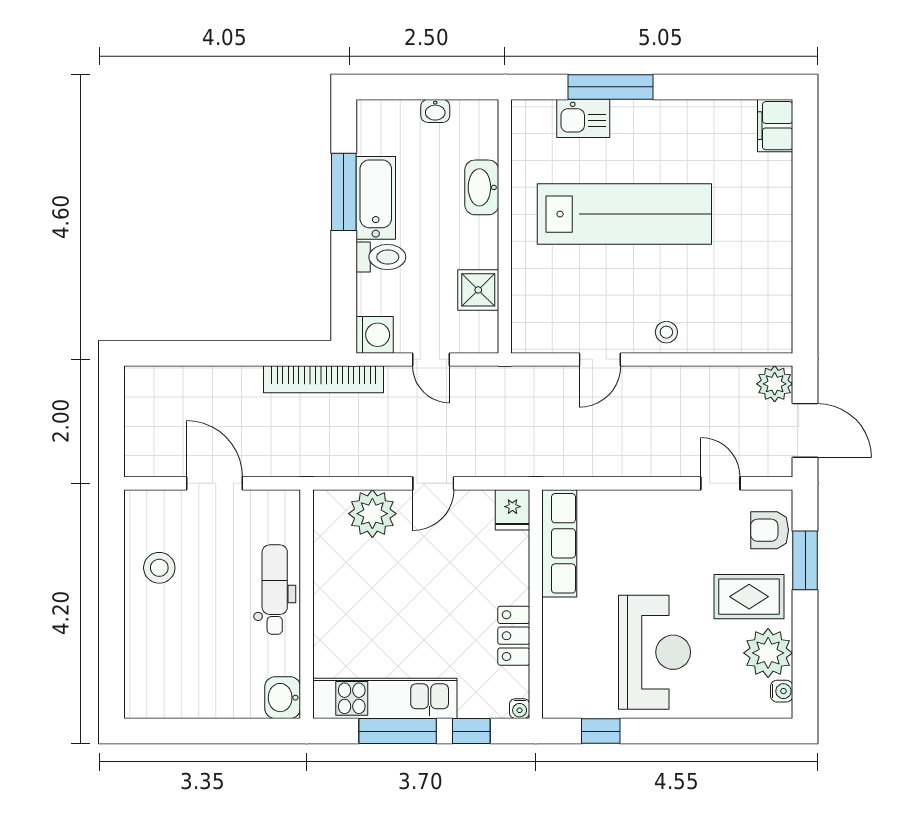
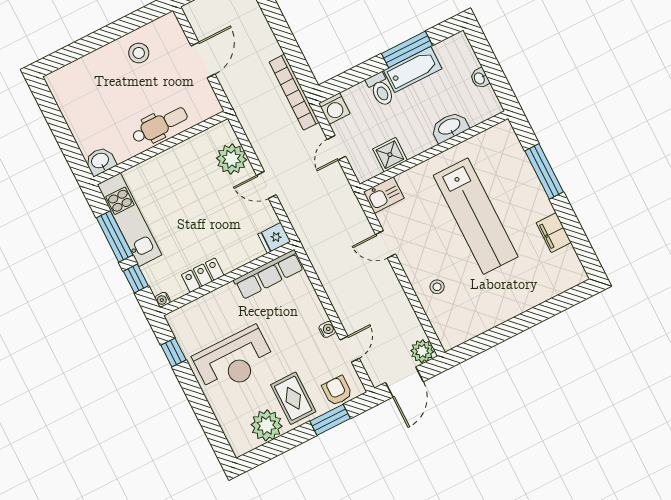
kitchen sink: (583, 118) -> (384, 195), moved, turned -90
filing cabinet: (775, 126) -> (554, 233), moved, turned -90
stool: (666, 332) -> (437, 287), moved
water cooler: (782, 691) -> (327, 329), moved, turned -90

